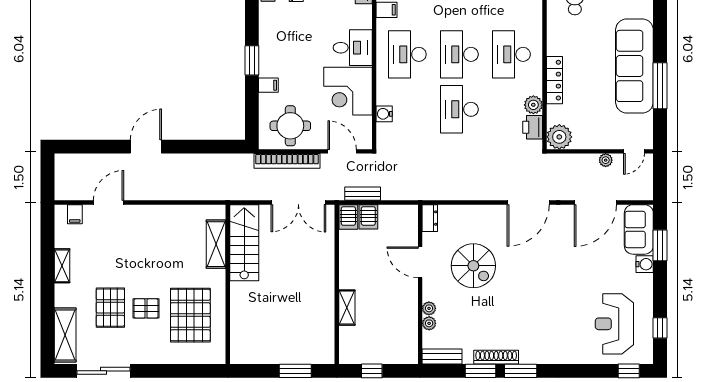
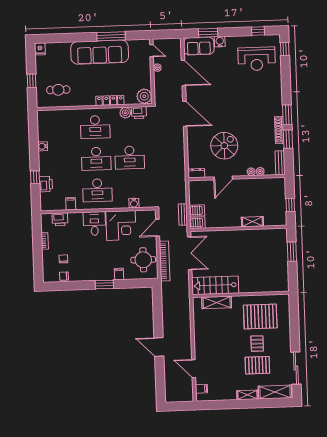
shelving: (62, 266) -> (247, 395), moved

